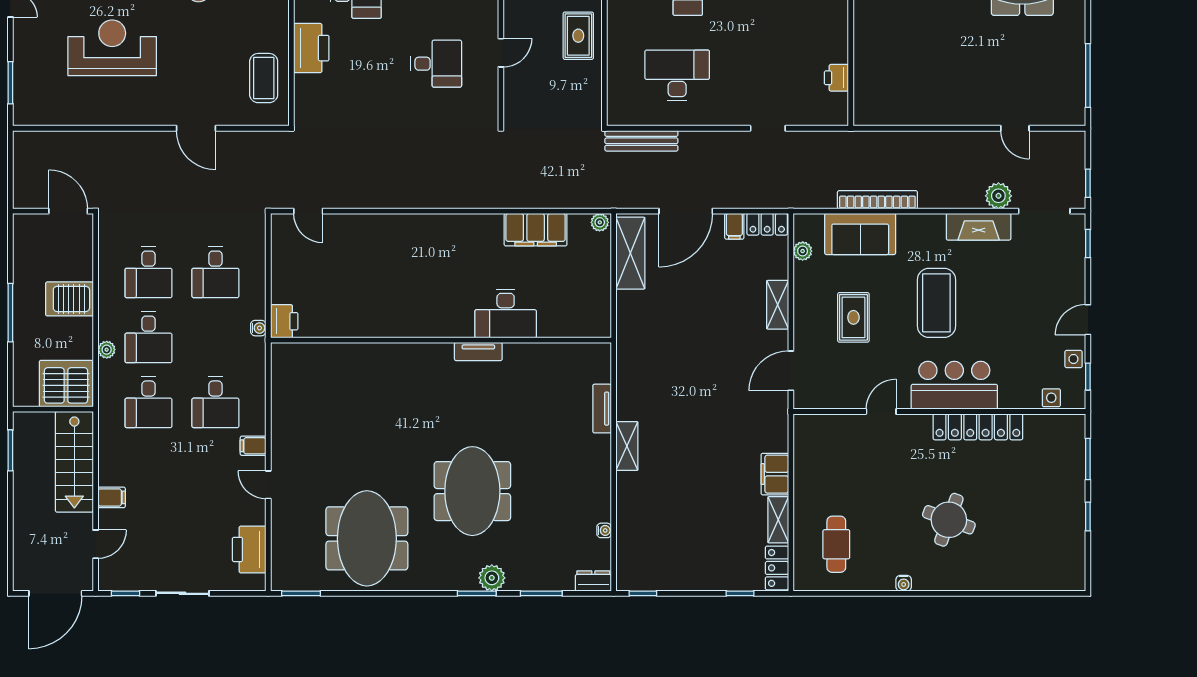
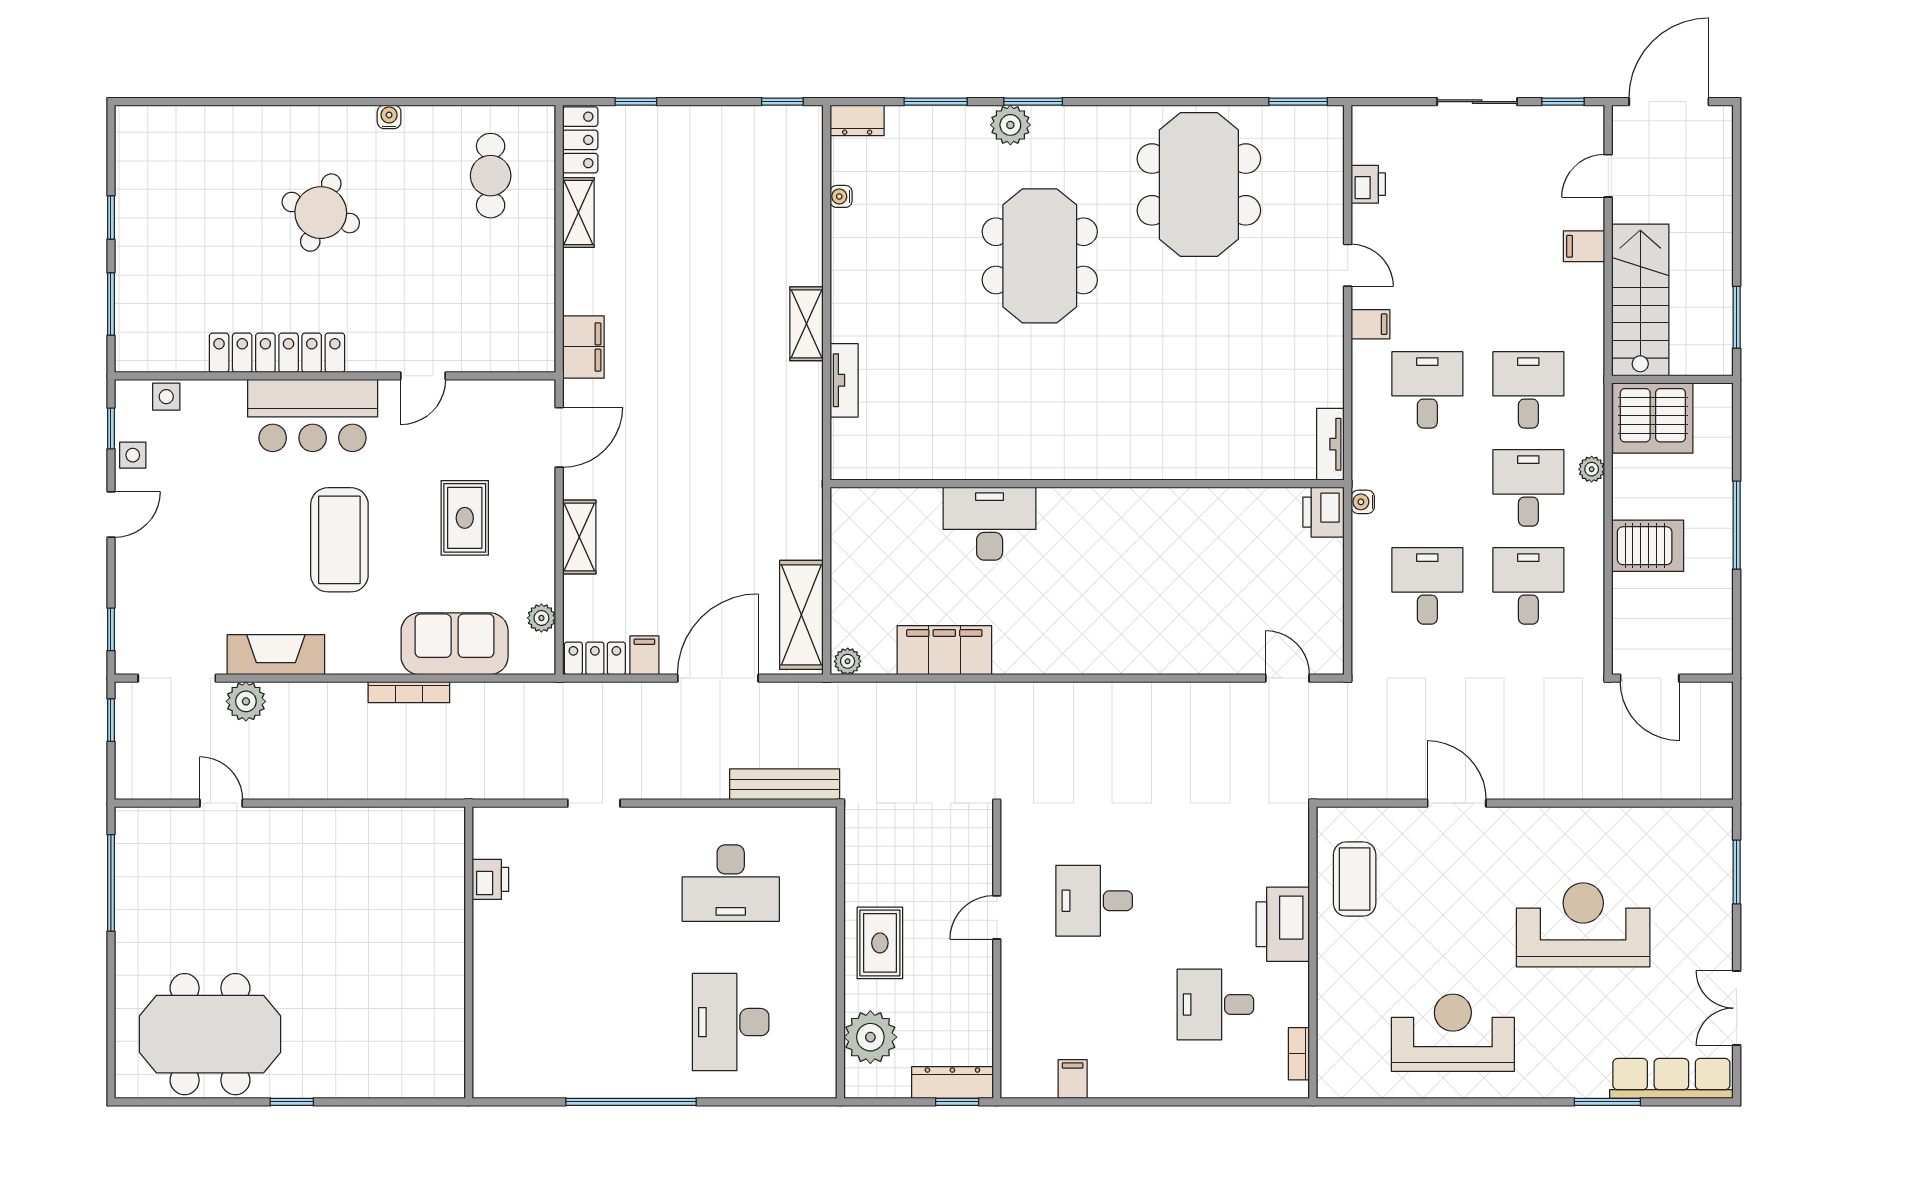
reception desk: (112, 48) -> (1583, 925), turned 180
bookcase: (877, 200) -> (409, 692), width x0.68, depth x0.76
tv unit: (478, 351) -> (1330, 444), moved, turned -90
filing cabinet: (775, 474) -> (583, 347), moved
printer: (249, 549) -> (1368, 184), width x0.53, depth x0.68

